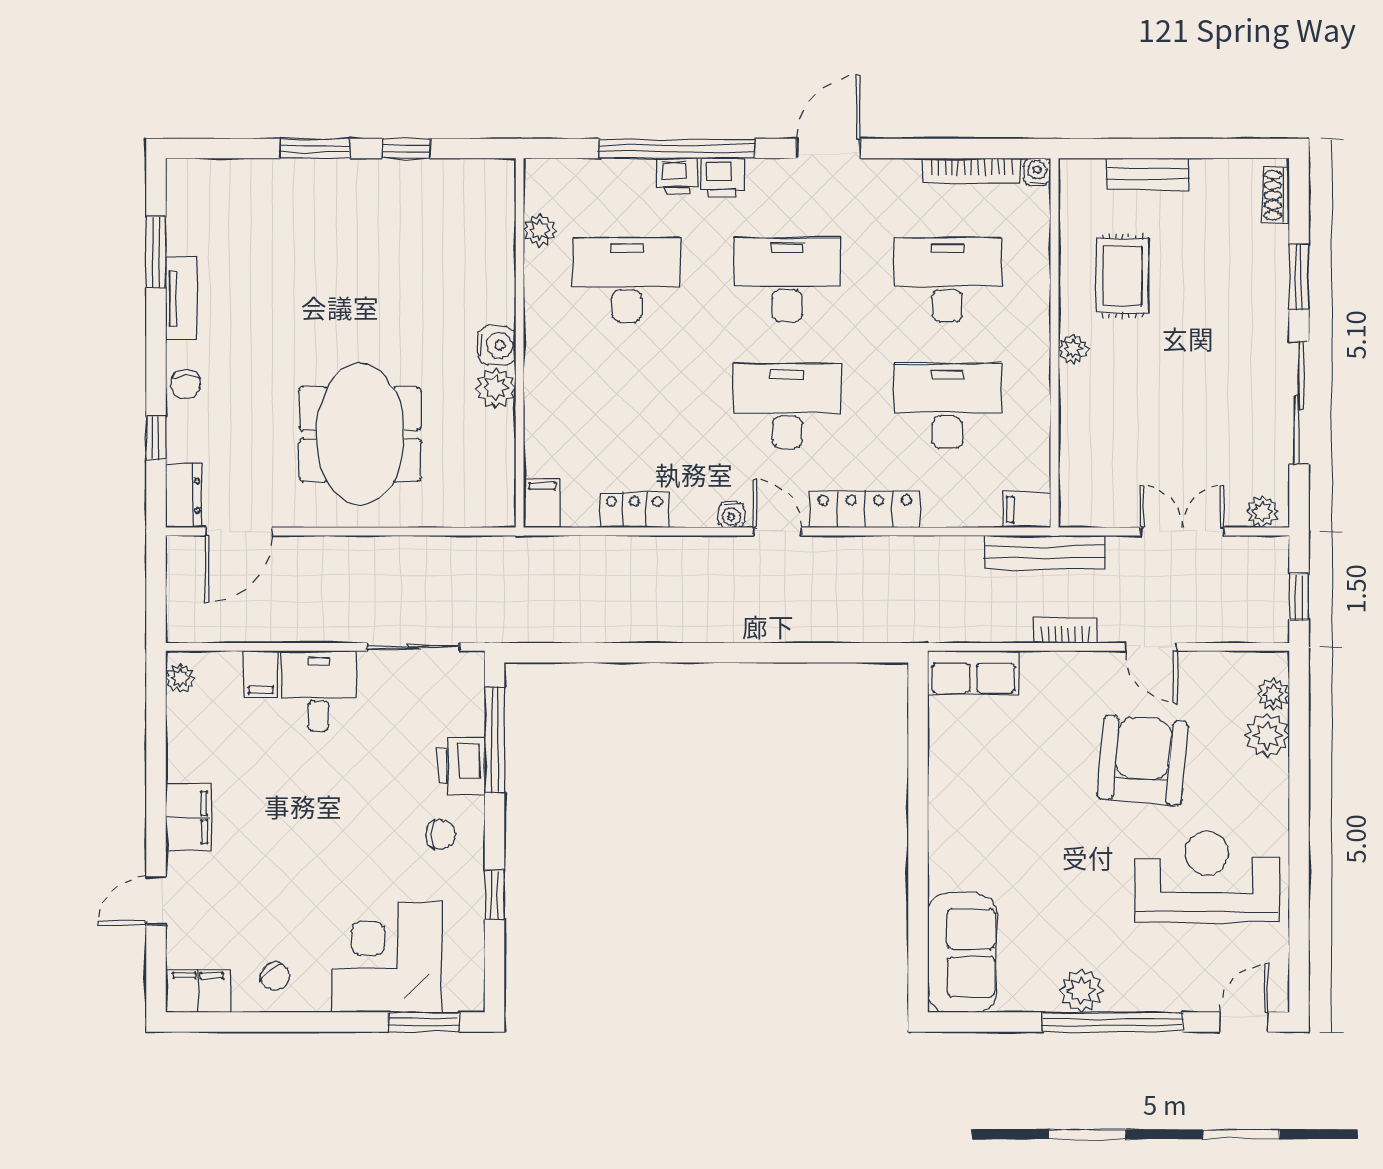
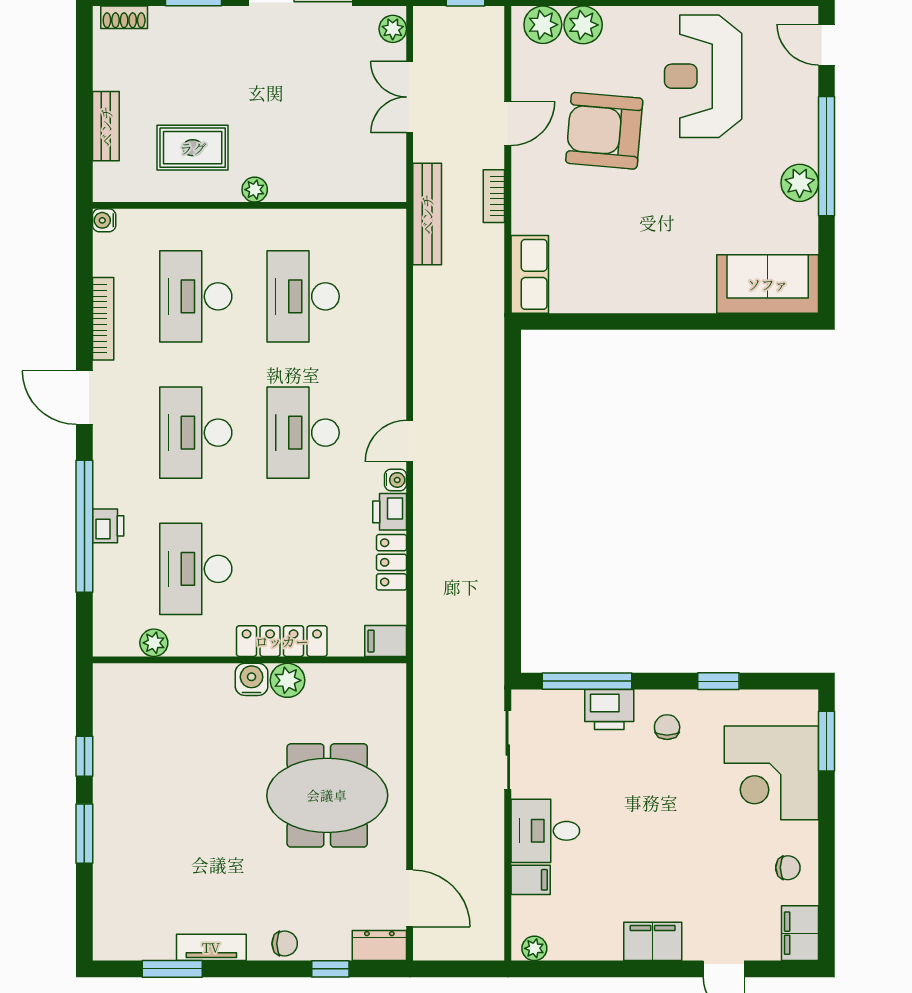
bookcase: (972, 171) -> (103, 319), moved
printer: (722, 178) -> (390, 512), moved, turned 180
locker: (865, 509) -> (282, 641), moved, turned 90
filing cabinet: (1027, 510) -> (391, 229), removed
plant: (1273, 694) -> (543, 25), width x1.38, depth x1.38
chair: (275, 977) -> (788, 868), turned 38

